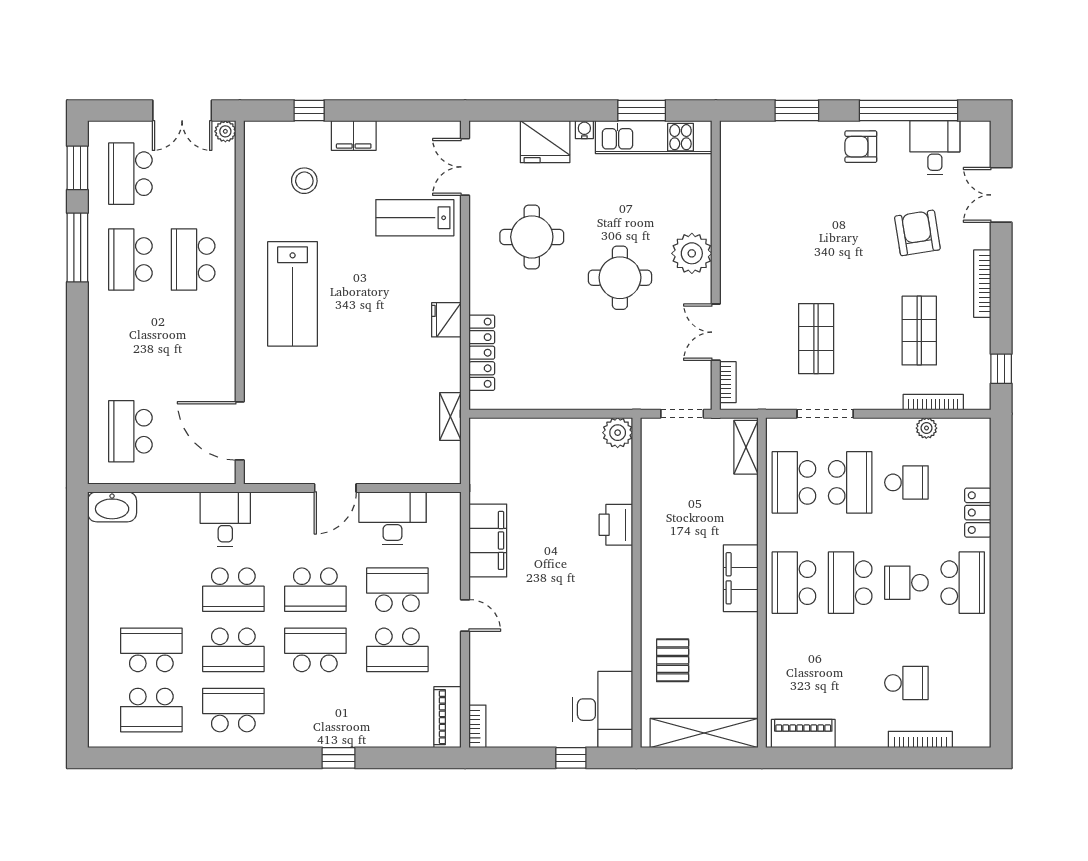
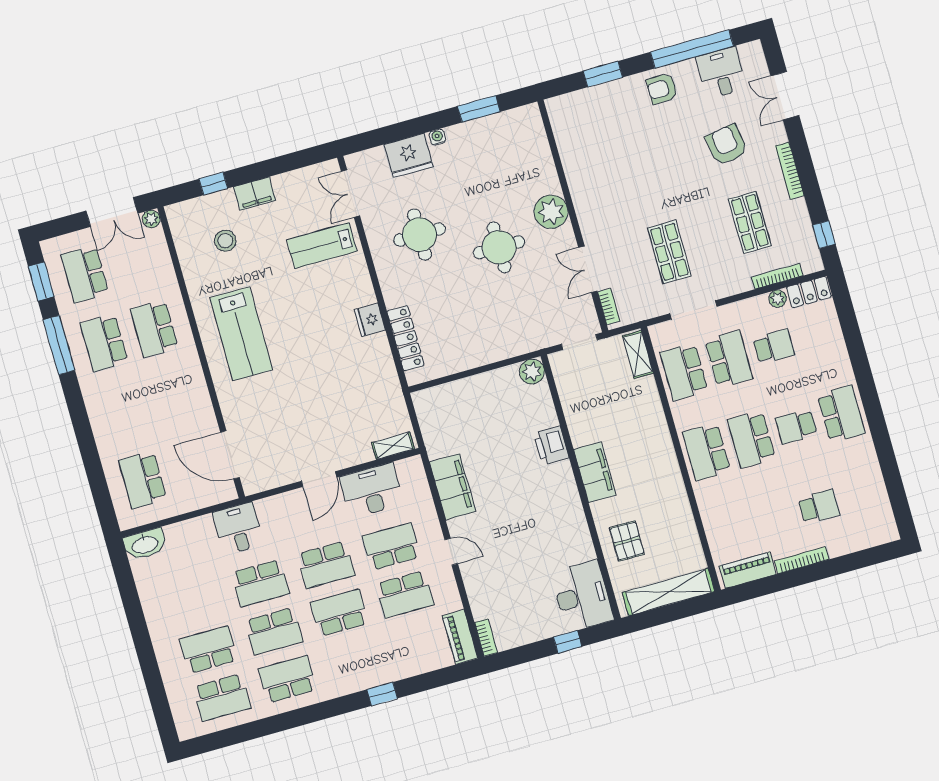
kitchen unit: (654, 137) -> (494, 128), removed
shelving: (450, 416) -> (393, 446), moved, turned 90
locker: (978, 513) -> (809, 292), moved, turned -90
filing cabinet: (741, 578) -> (595, 472), moved, turned 180
bookcase: (920, 740) -> (802, 560), moved

